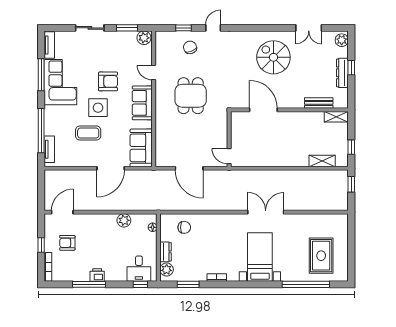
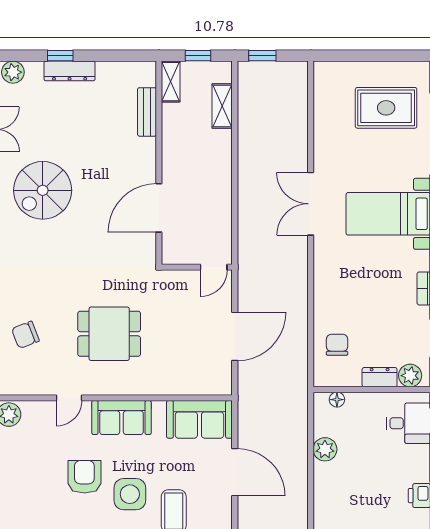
bench: (319, 103) -> (147, 112), moved
door: (263, 110) -> (159, 208), moved
wall: (289, 110) -> (159, 163), moved
shelving: (336, 117) -> (171, 82), moved

